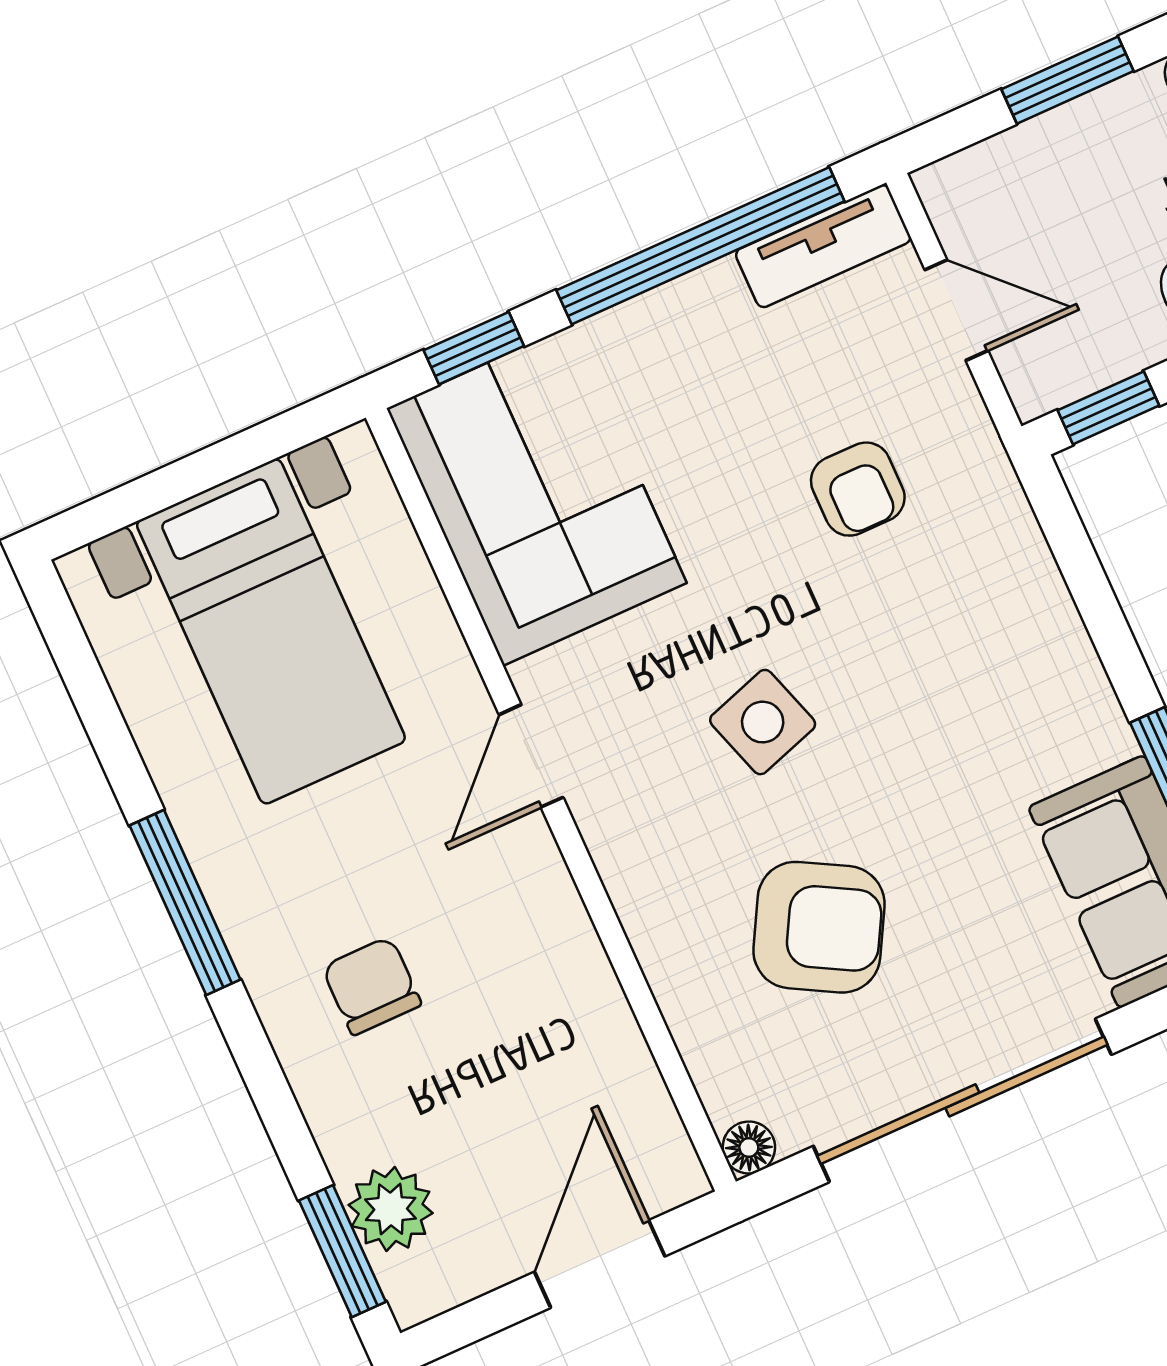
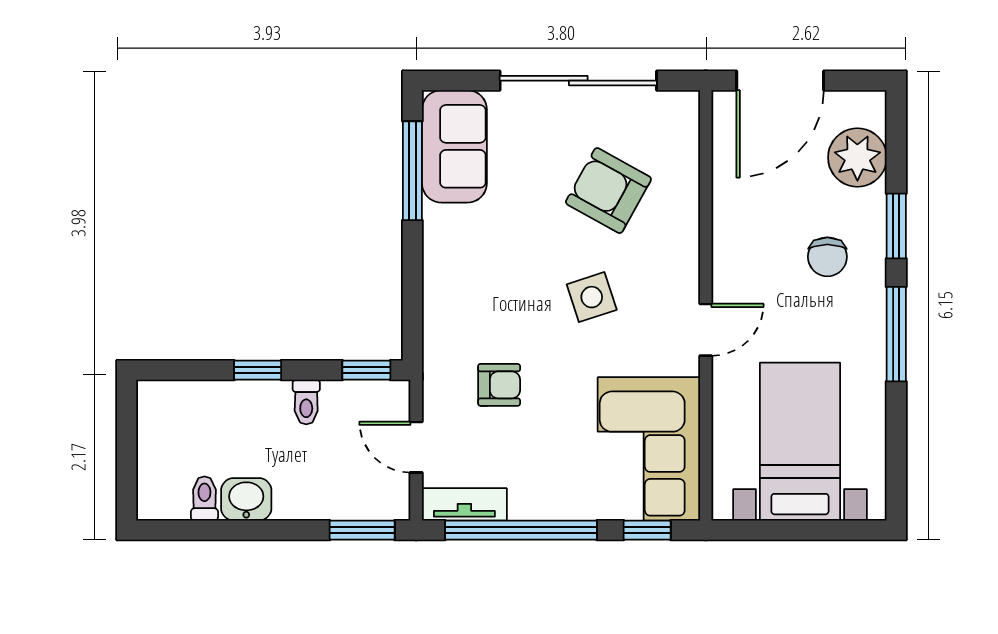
window: (1068, 80) -> (362, 530), moved
armchair: (858, 489) -> (499, 385), turned 90
floor lamp: (749, 1147) -> (687, 103), removed
plant: (391, 1209) -> (857, 157), width x1.36, depth x1.36
window: (342, 1251) -> (896, 226), moved
door: (600, 1264) -> (780, 81), width x1.36

